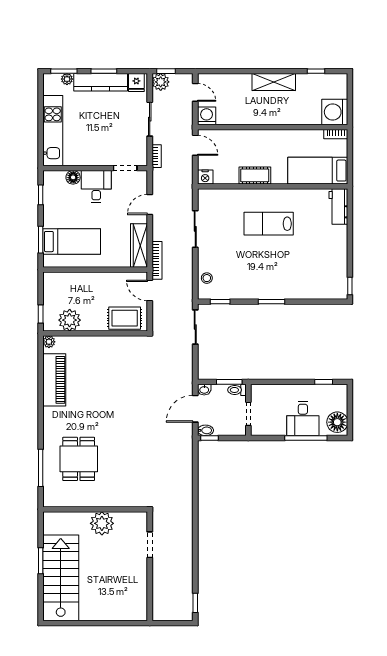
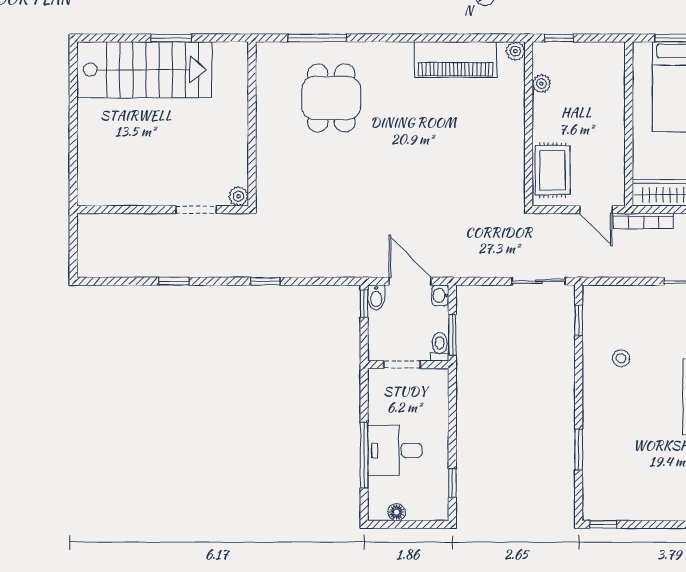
stool: (207, 278) -> (621, 358), moved
door: (150, 291) -> (596, 210), swing flipped
window: (271, 302) -> (579, 450), moved
plant: (70, 320) -> (541, 84), width x0.53, depth x0.53
floor lamp: (337, 422) -> (397, 512), width x0.53, depth x0.53
dining table: (79, 459) -> (331, 98), turned 90
window: (195, 501) -> (265, 281), added
plant: (102, 523) -> (239, 196), moved, width x0.53, depth x0.53
window: (195, 603) -> (174, 281), moved

